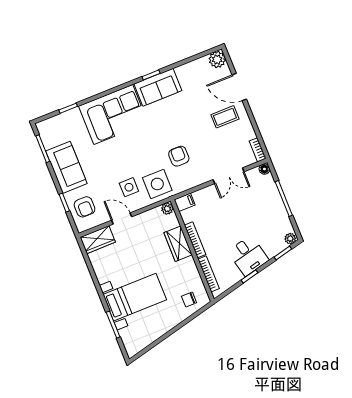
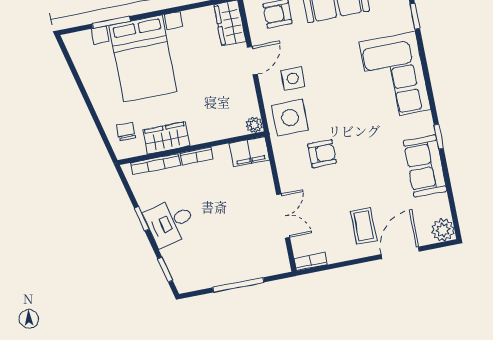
sofa: (158, 87) -> (425, 166), moved
floor lamp: (264, 169) -> (283, 266), removed
double door: (229, 176) -> (283, 216), swing flipped
filing cabinet: (185, 202) -> (249, 152), width x2.00
plant: (290, 239) -> (183, 283), removed
bookcase: (195, 240) -> (196, 156), width x0.64
wardrobe: (178, 244) -> (166, 138), moved
bed with nightstands: (135, 297) -> (143, 59), width x1.36

